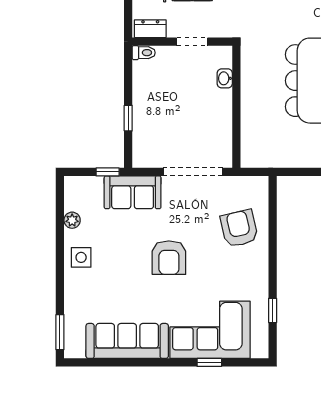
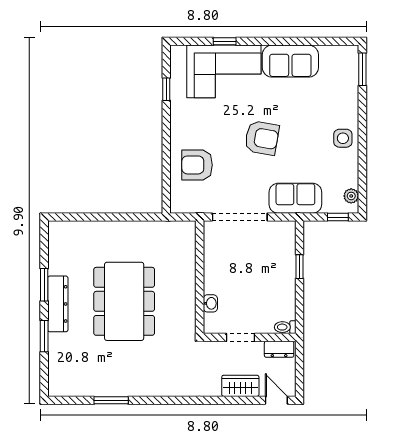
window: (108, 172) -> (338, 217), moved
plant: (72, 220) -> (351, 196), moved
armchair: (239, 228) -> (197, 165), turned 103
armchair: (169, 258) -> (262, 138), turned 100
sofa: (127, 341) -> (290, 61), width x0.73

